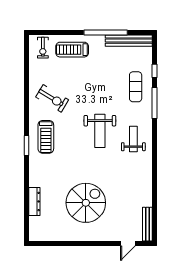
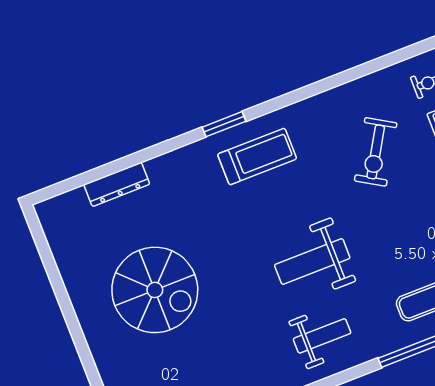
exercise bike: (52, 98) -> (376, 152), moved
treadmill: (46, 137) -> (257, 157), turned 180

